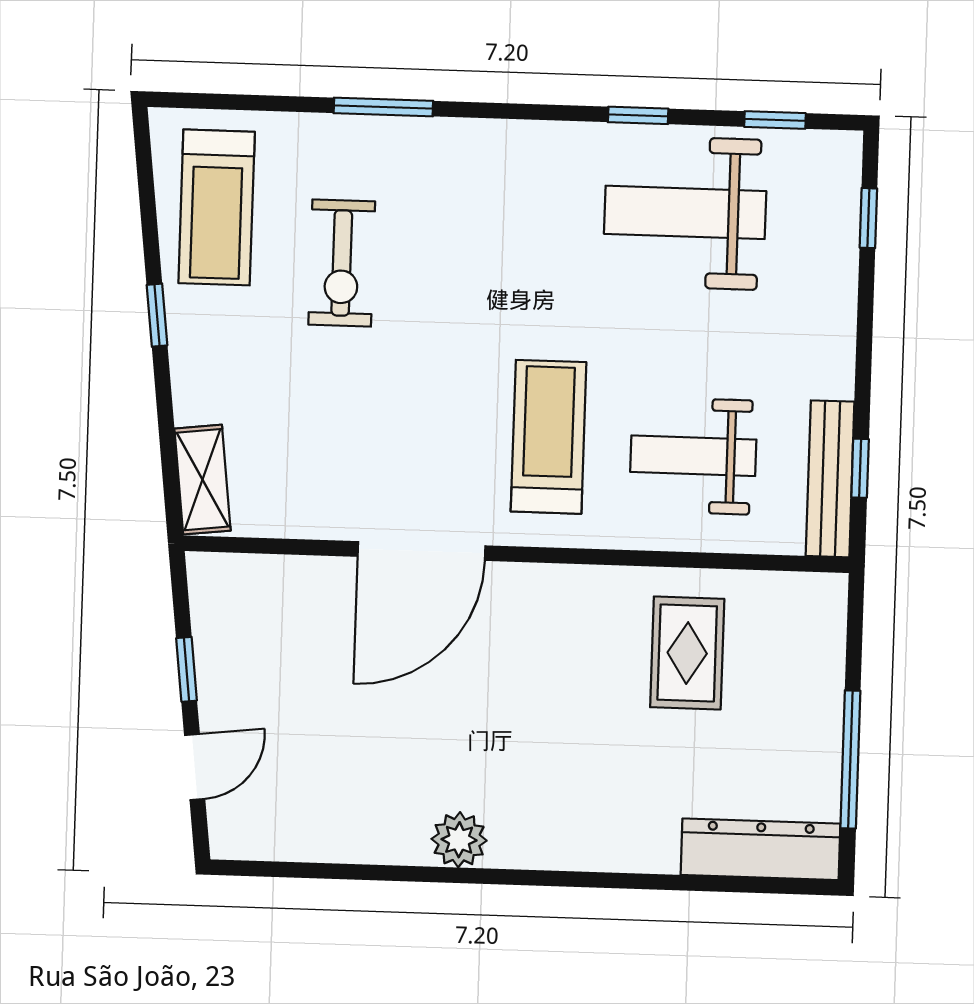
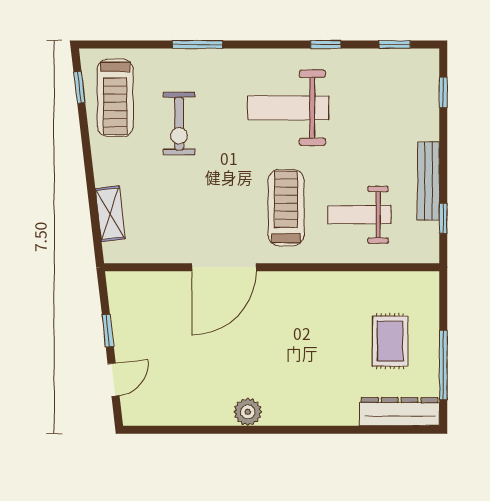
weight bench: (685, 212) -> (288, 108), moved
window: (157, 315) -> (79, 87), moved
bench: (830, 479) -> (428, 181), moved
shelving: (203, 480) -> (110, 214), moved
rug: (687, 653) -> (390, 341), moved

